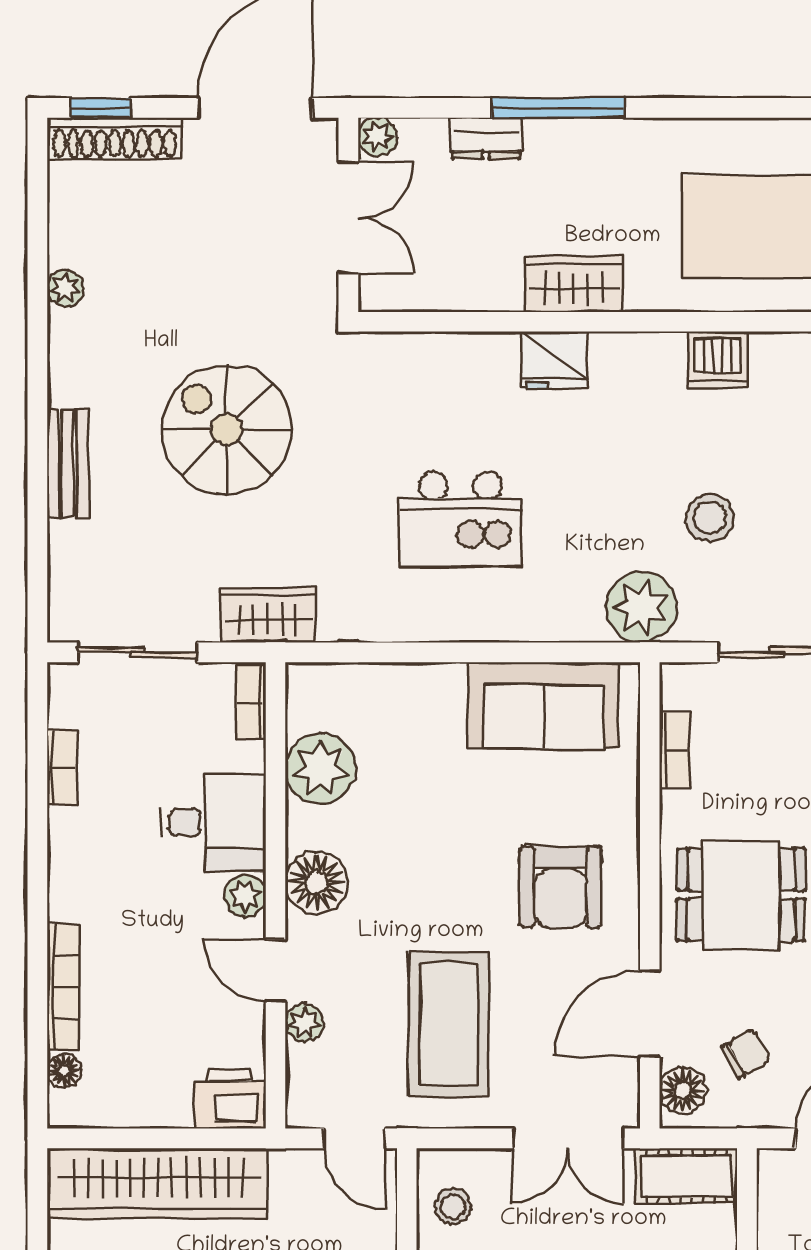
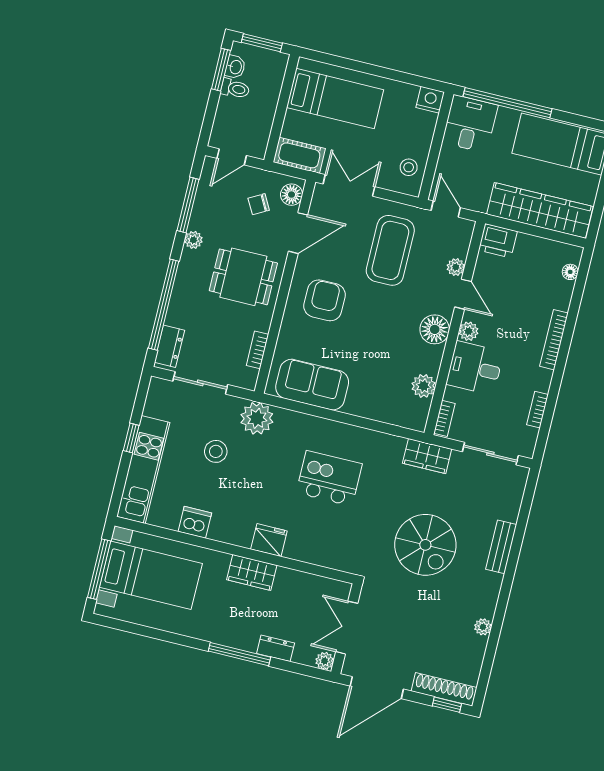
plant: (320, 768) -> (424, 386), width x0.73, depth x0.73
bookcase: (63, 987) -> (554, 340), moved

